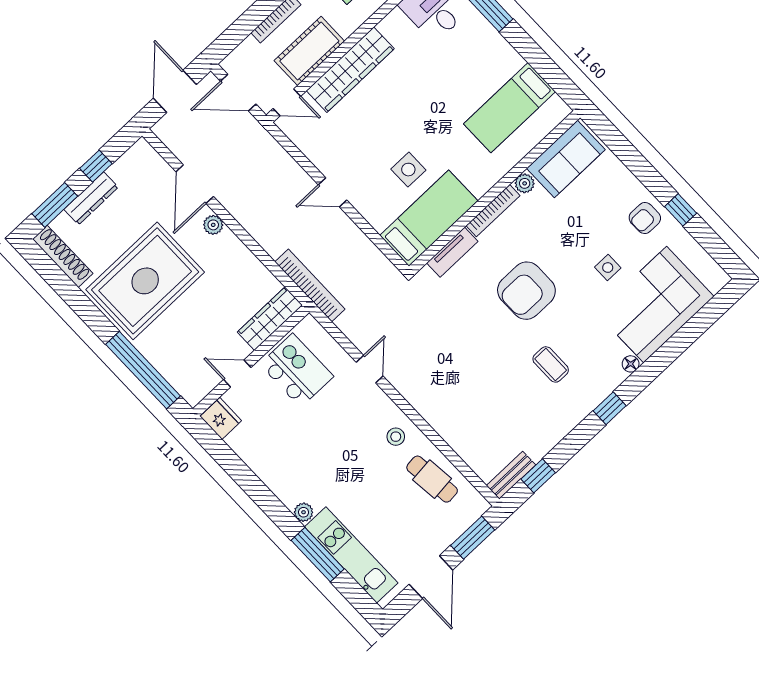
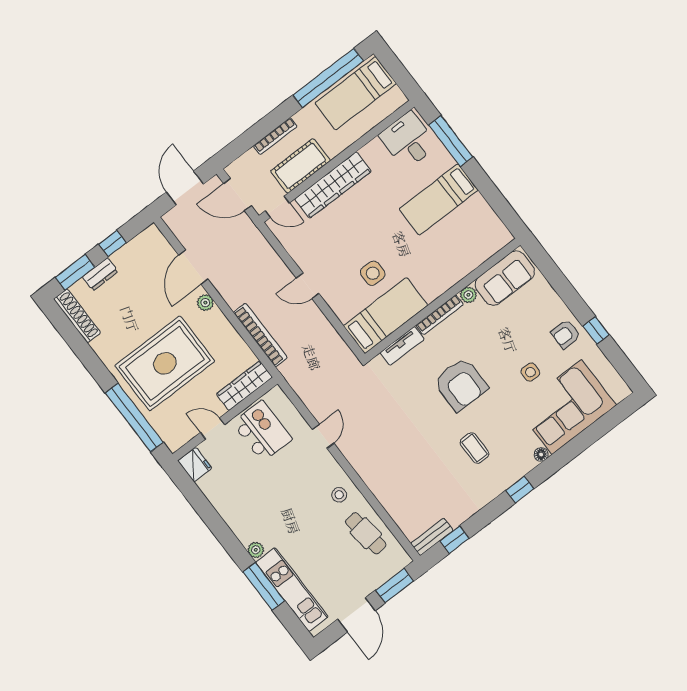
bed: (510, 108) -> (439, 200), moved
dresser: (91, 198) -> (100, 274), width x0.70
rug: (145, 281) -> (165, 363), moved
bookcase: (310, 285) -> (260, 335), moved
armchair: (526, 291) -> (461, 384), turned -90

